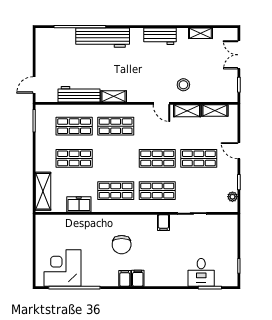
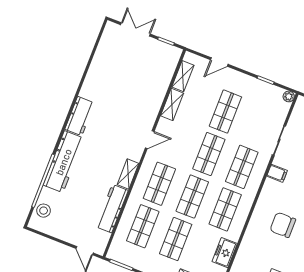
shelving: (200, 33) -> (98, 60), removed
workbench: (160, 36) -> (80, 116), moved
double door: (239, 55) -> (135, 29), swing flipped
stool: (183, 85) -> (44, 211), moved
door: (161, 103) -> (150, 140), moved
door: (239, 151) -> (219, 62), moved
shop shelf: (116, 158) -> (192, 197), added
plant: (233, 197) -> (289, 96), moved
chair: (122, 245) -> (283, 225), turned 180

